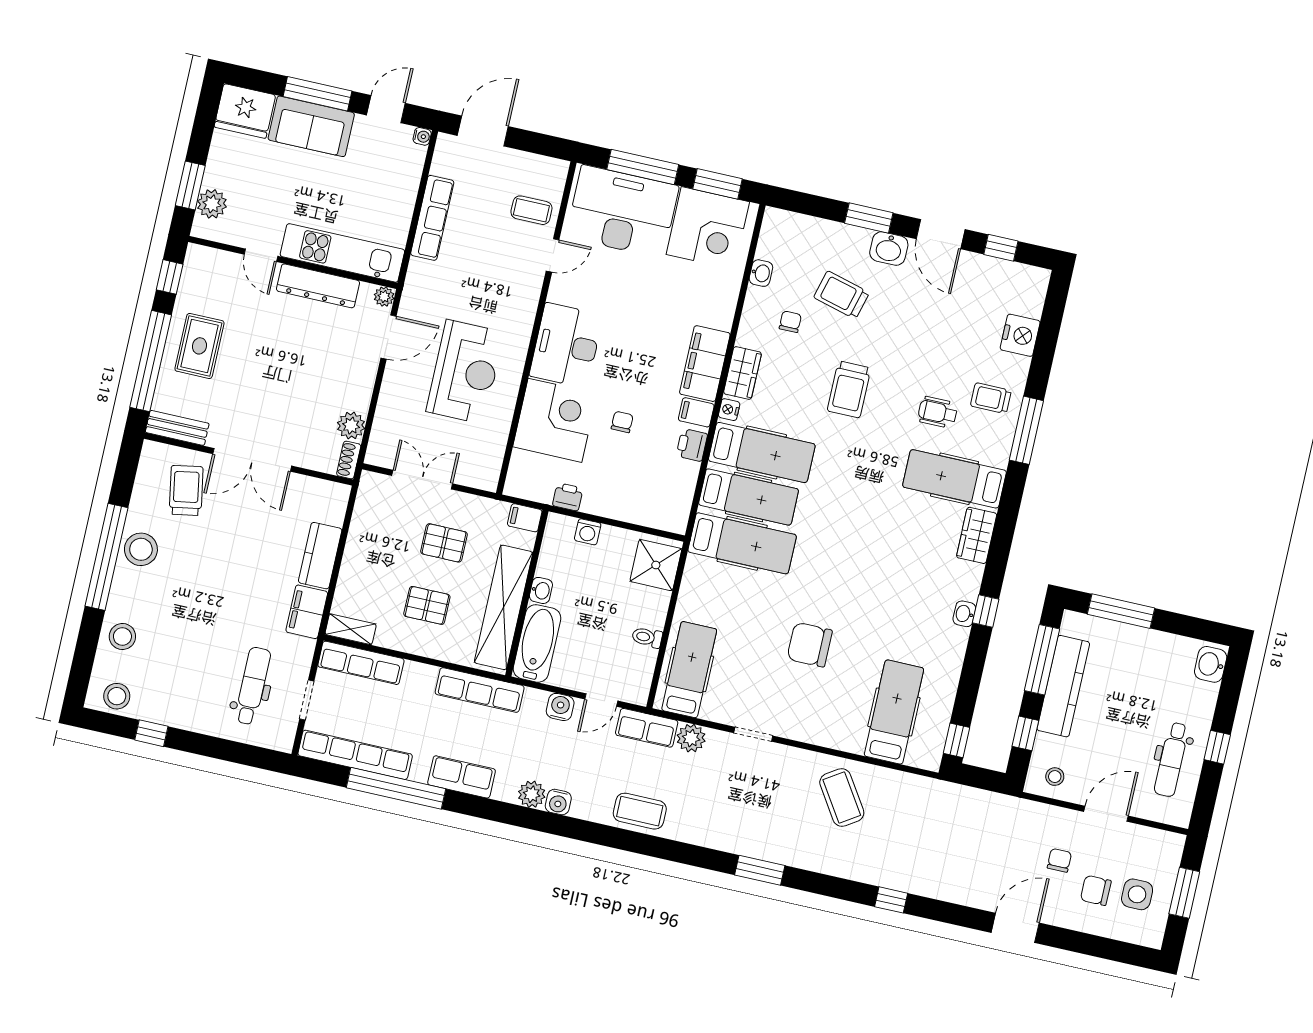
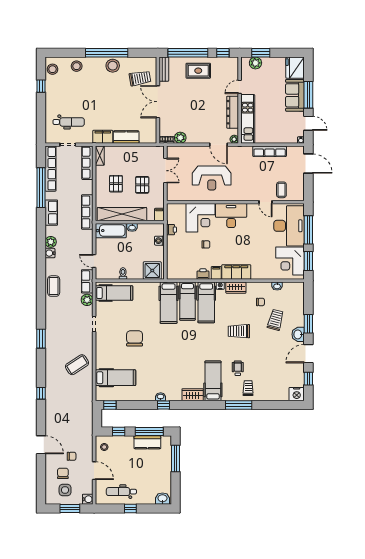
nightstand: (1020, 335) -> (297, 394), moved
kitchen counter: (1063, 686) -> (147, 442), width x0.67
water cooler: (560, 707) -> (88, 499), moved

